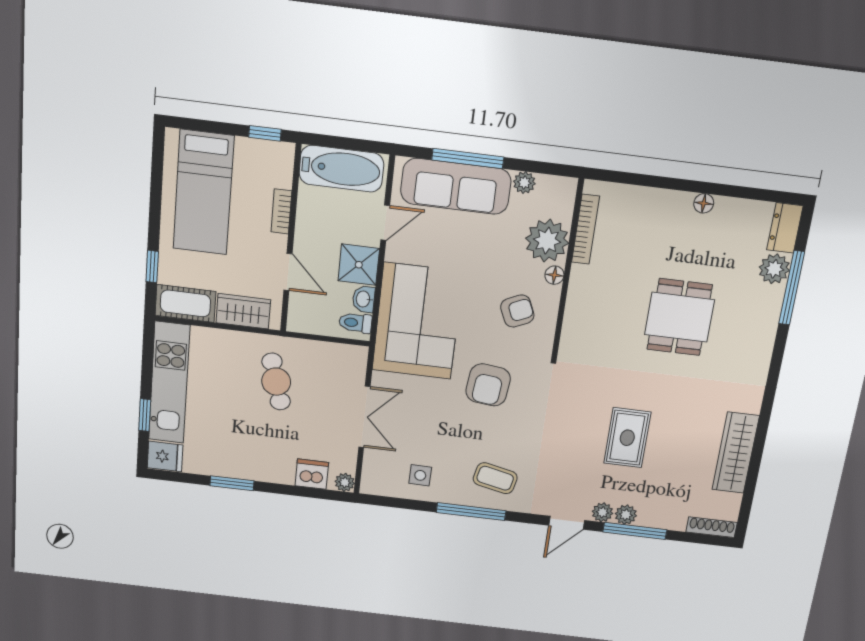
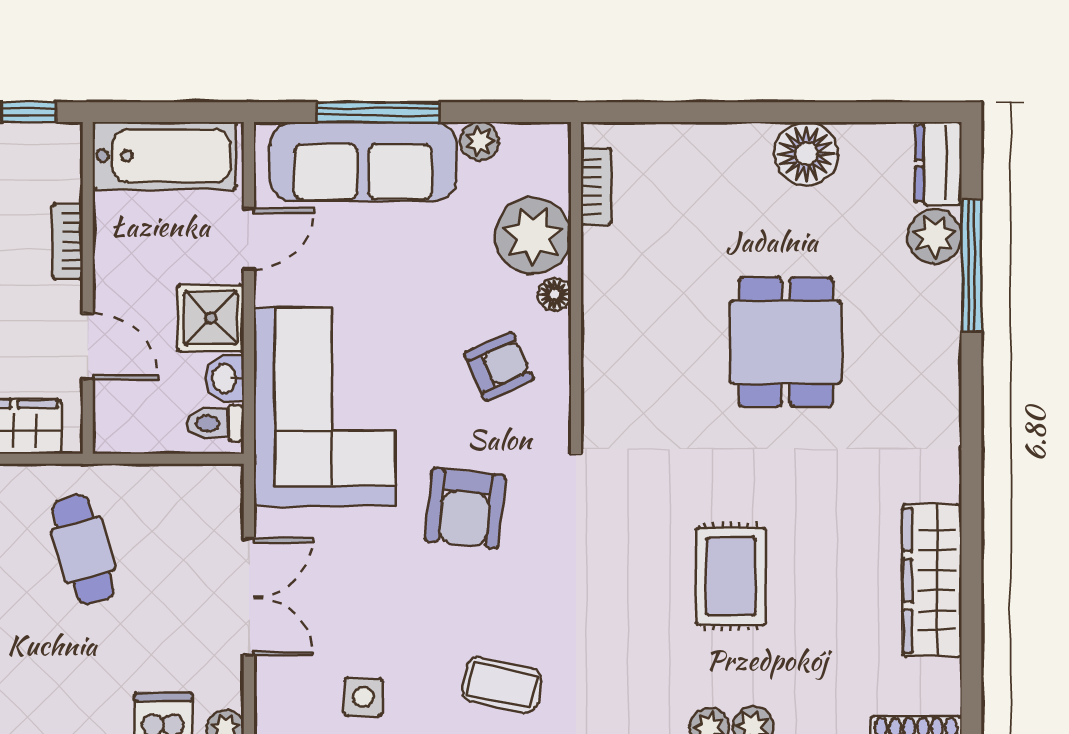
floor lamp: (704, 203) -> (806, 154), width x1.89, depth x1.89
bookcase: (585, 229) -> (596, 186), width x0.64

